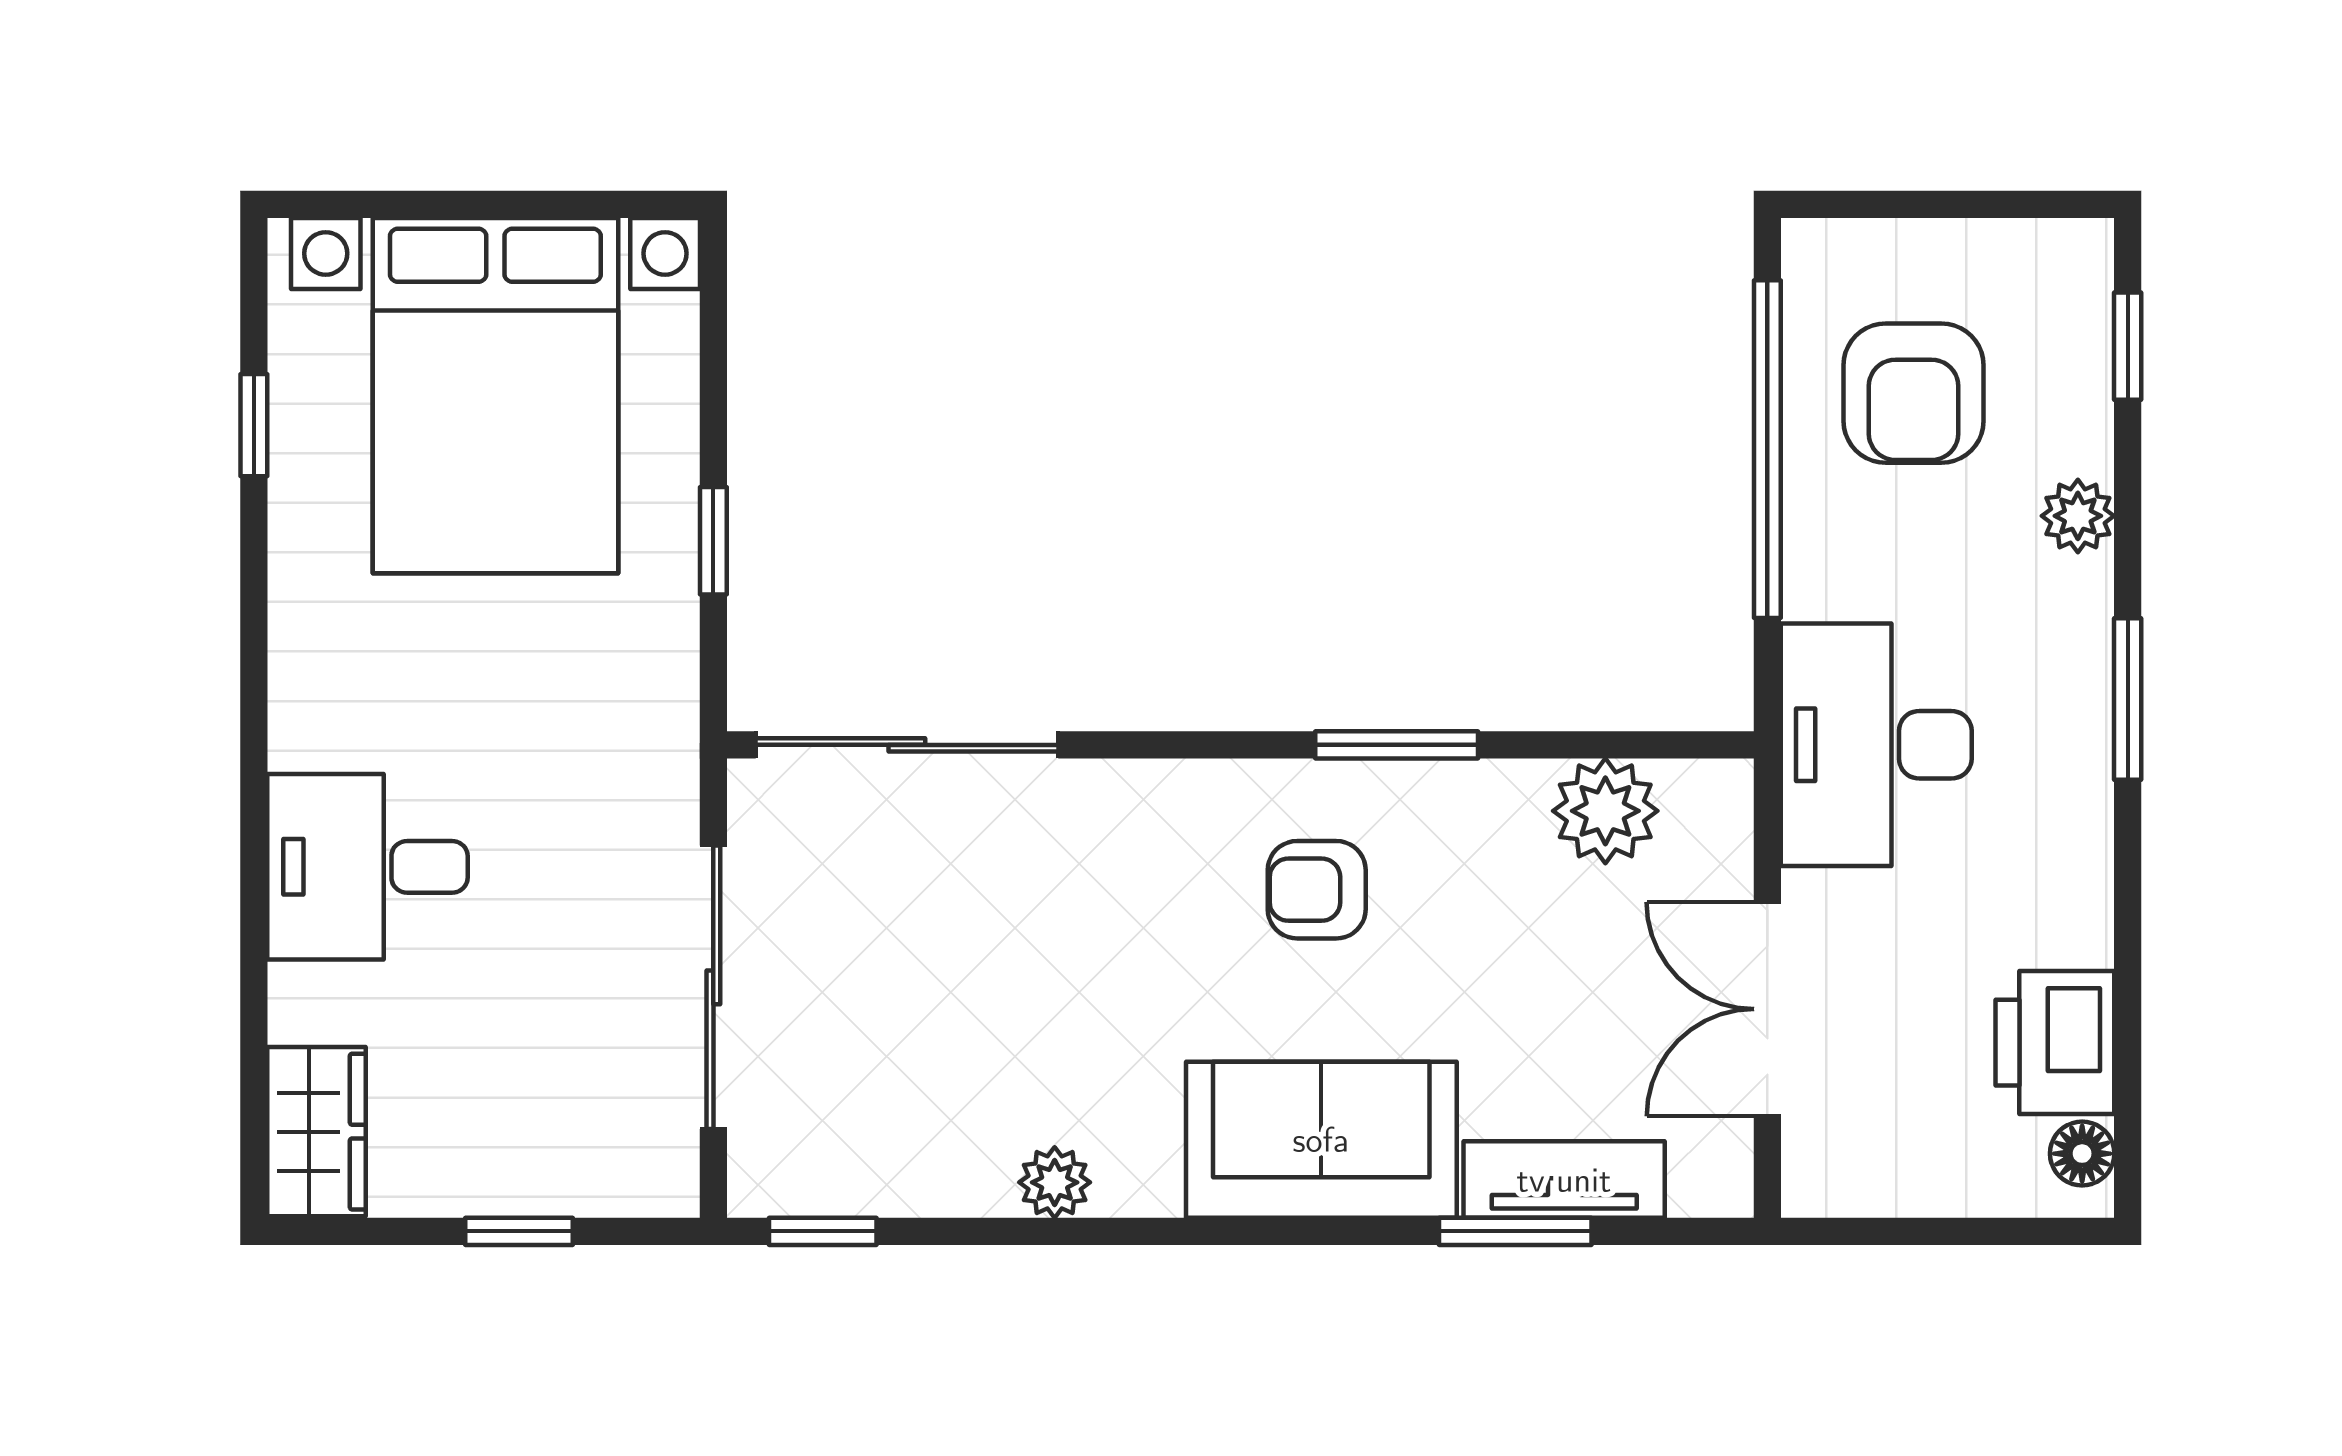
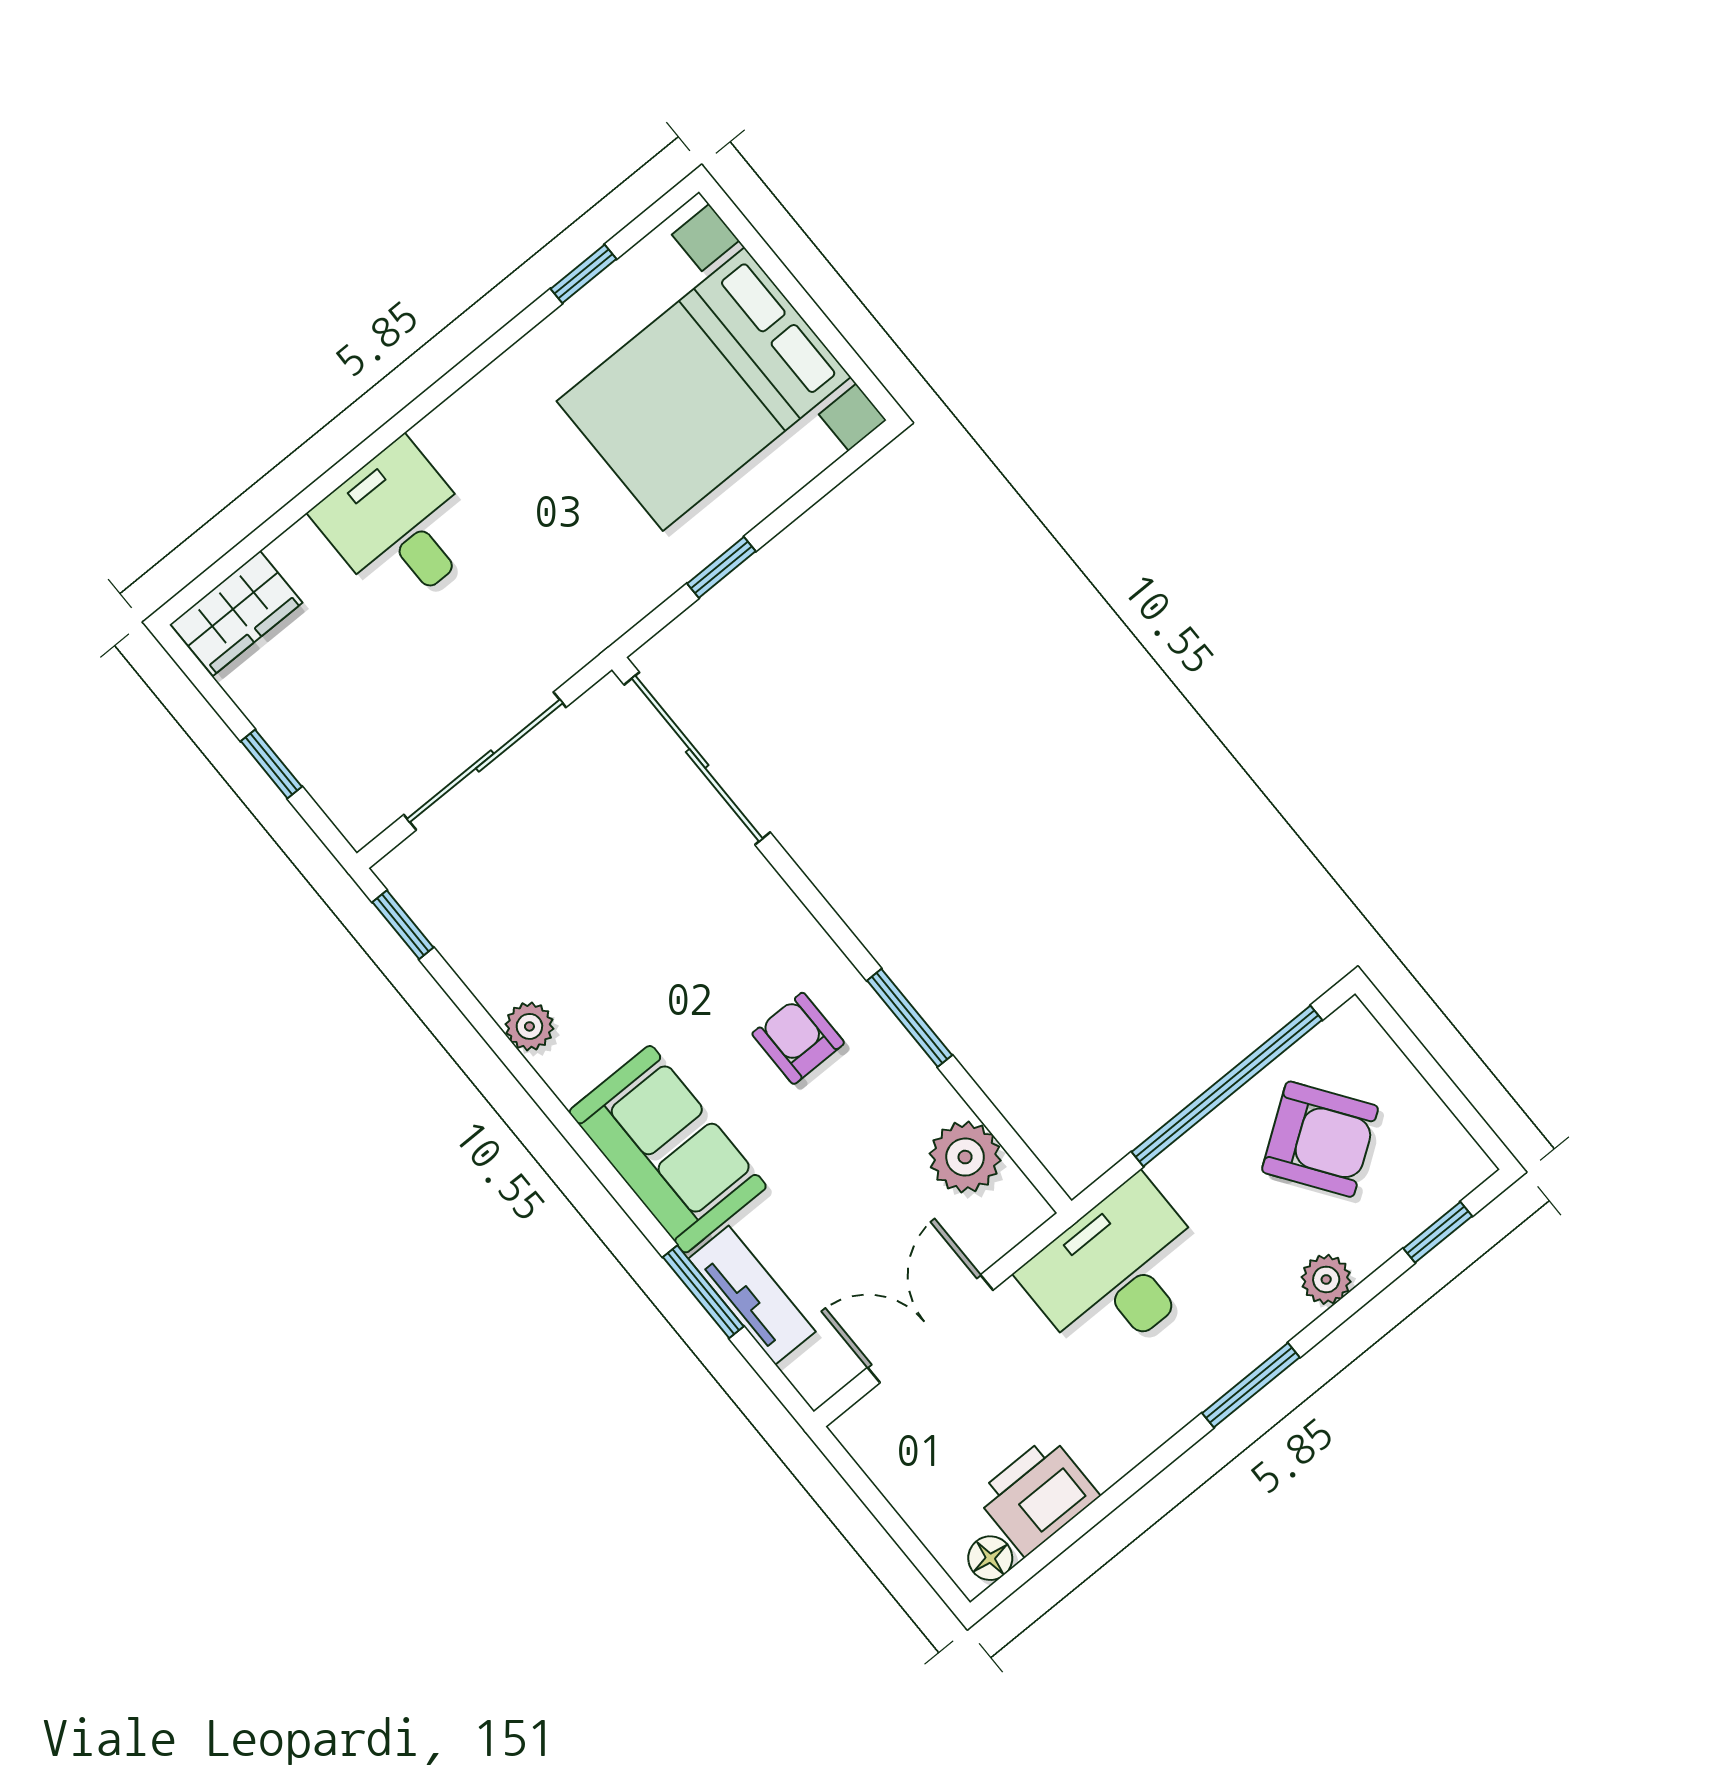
armchair: (1914, 393) -> (1320, 1139), turned -125

